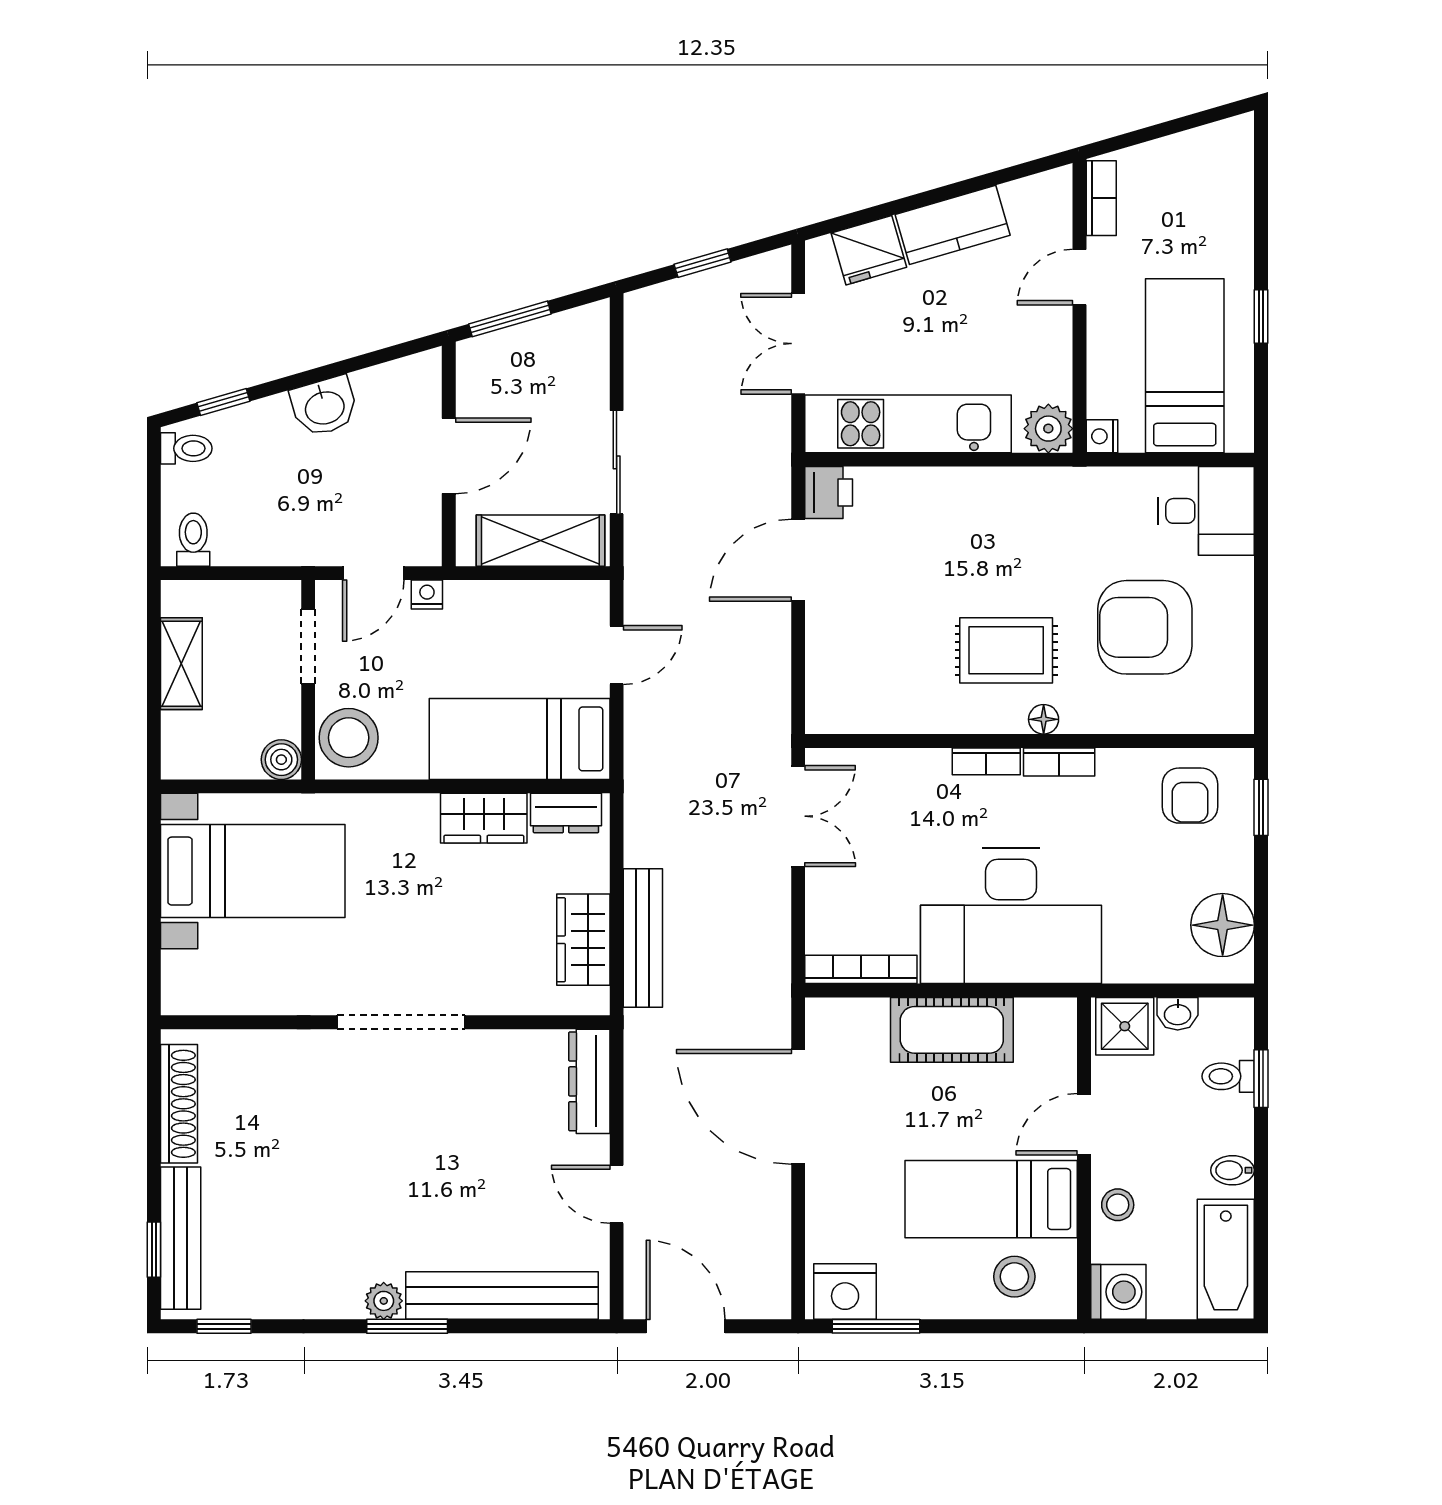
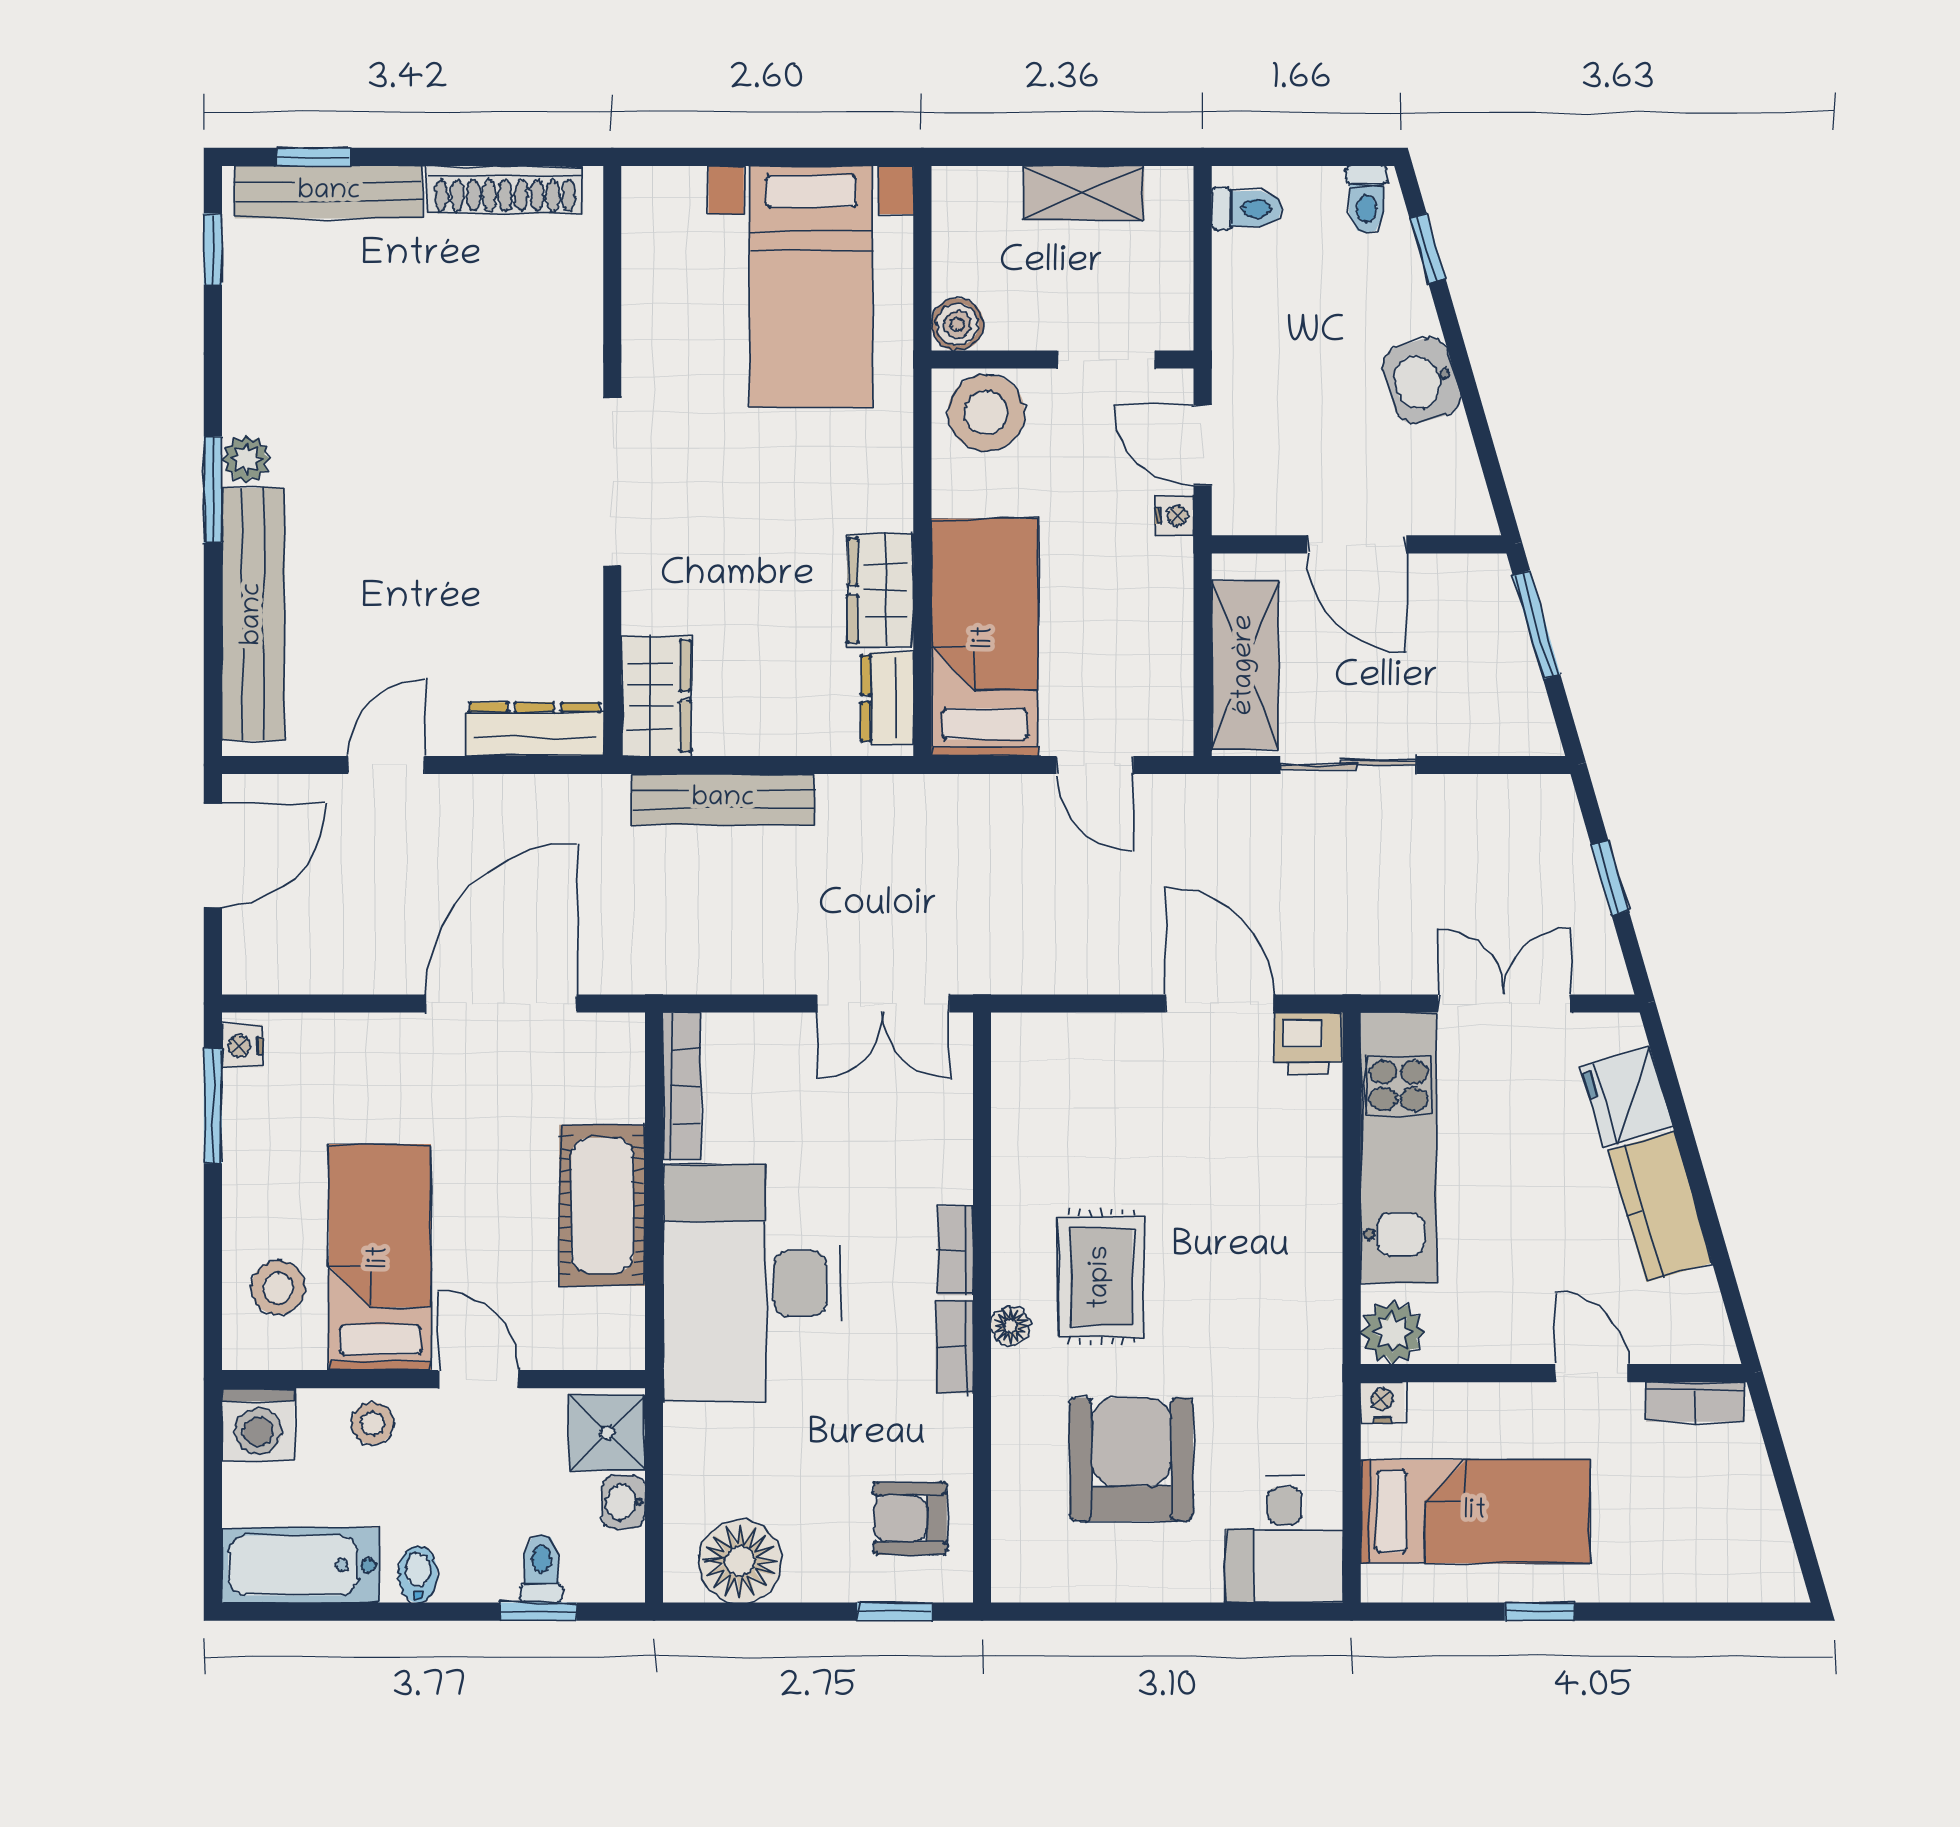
wardrobe: (583, 940) -> (656, 696), moved, turned 90
nightstand: (845, 1292) -> (242, 1046), width x0.53, depth x0.56

